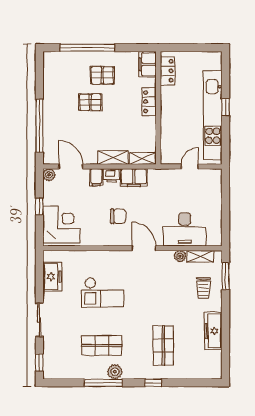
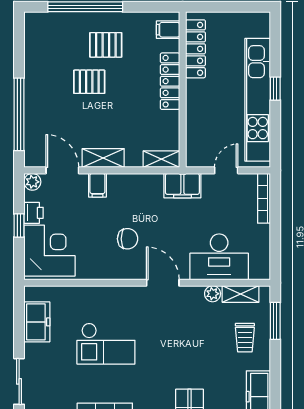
filing cabinet: (148, 64) -> (168, 30), width x0.50
locker: (168, 71) -> (195, 49), width x1.53
locker: (149, 102) -> (170, 81), width x1.53
shelving: (113, 158) -> (103, 158), moved
printer: (112, 176) -> (34, 213), moved, turned -90
filing cabinet: (134, 178) -> (182, 186), moved
bookcase: (217, 187) -> (264, 198), added

